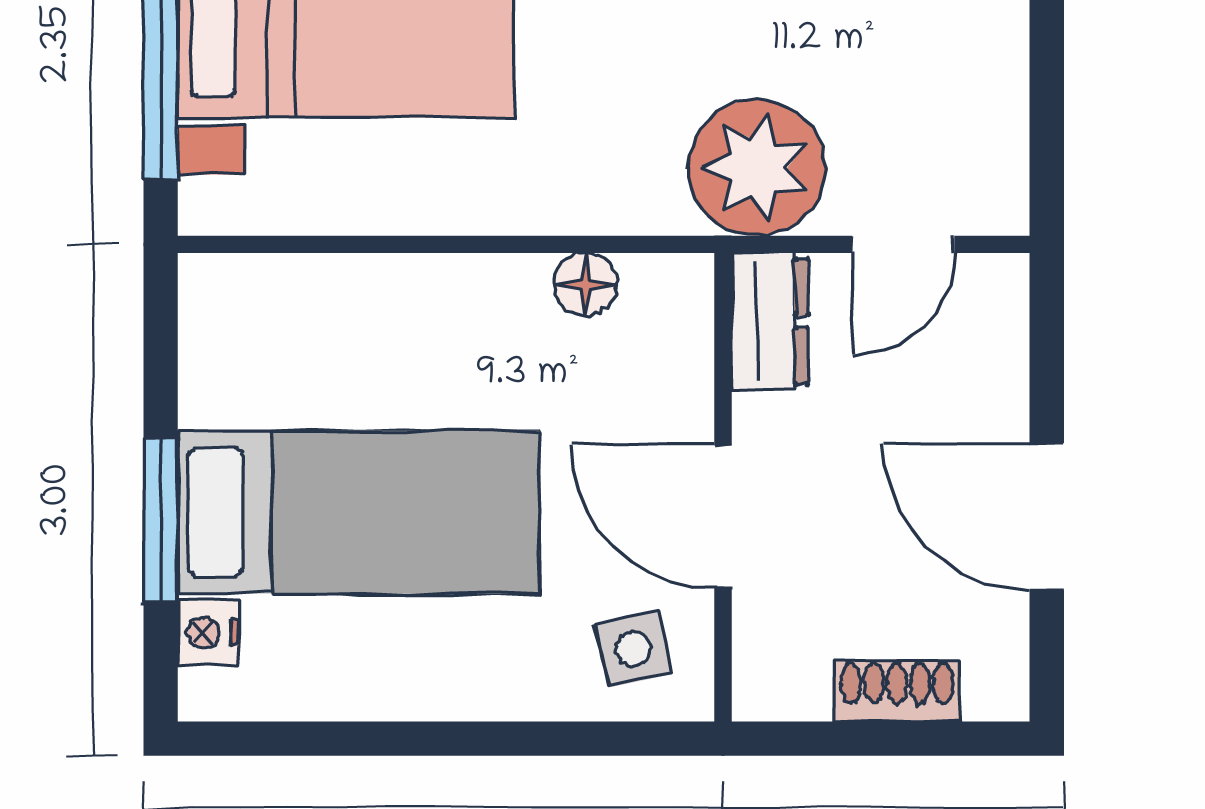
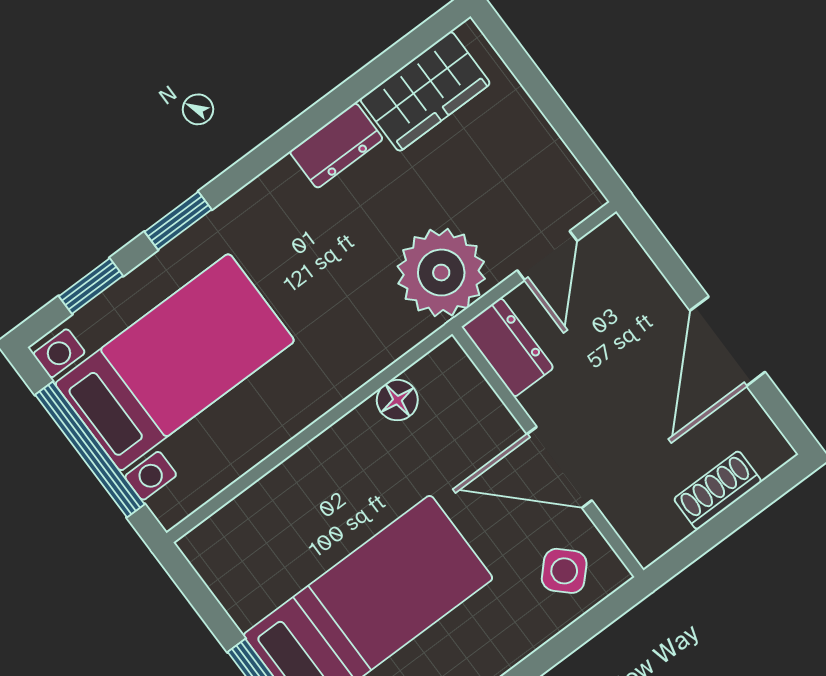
door: (1047, 517) -> (728, 341), hinge flipped
side table: (633, 649) -> (564, 571), turned -34

